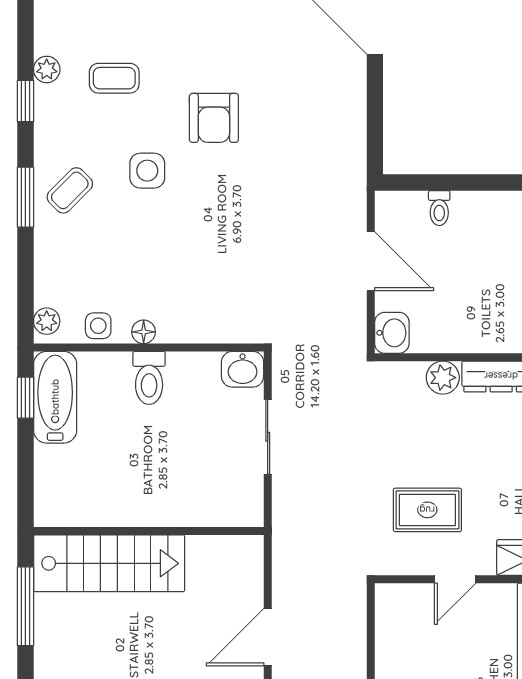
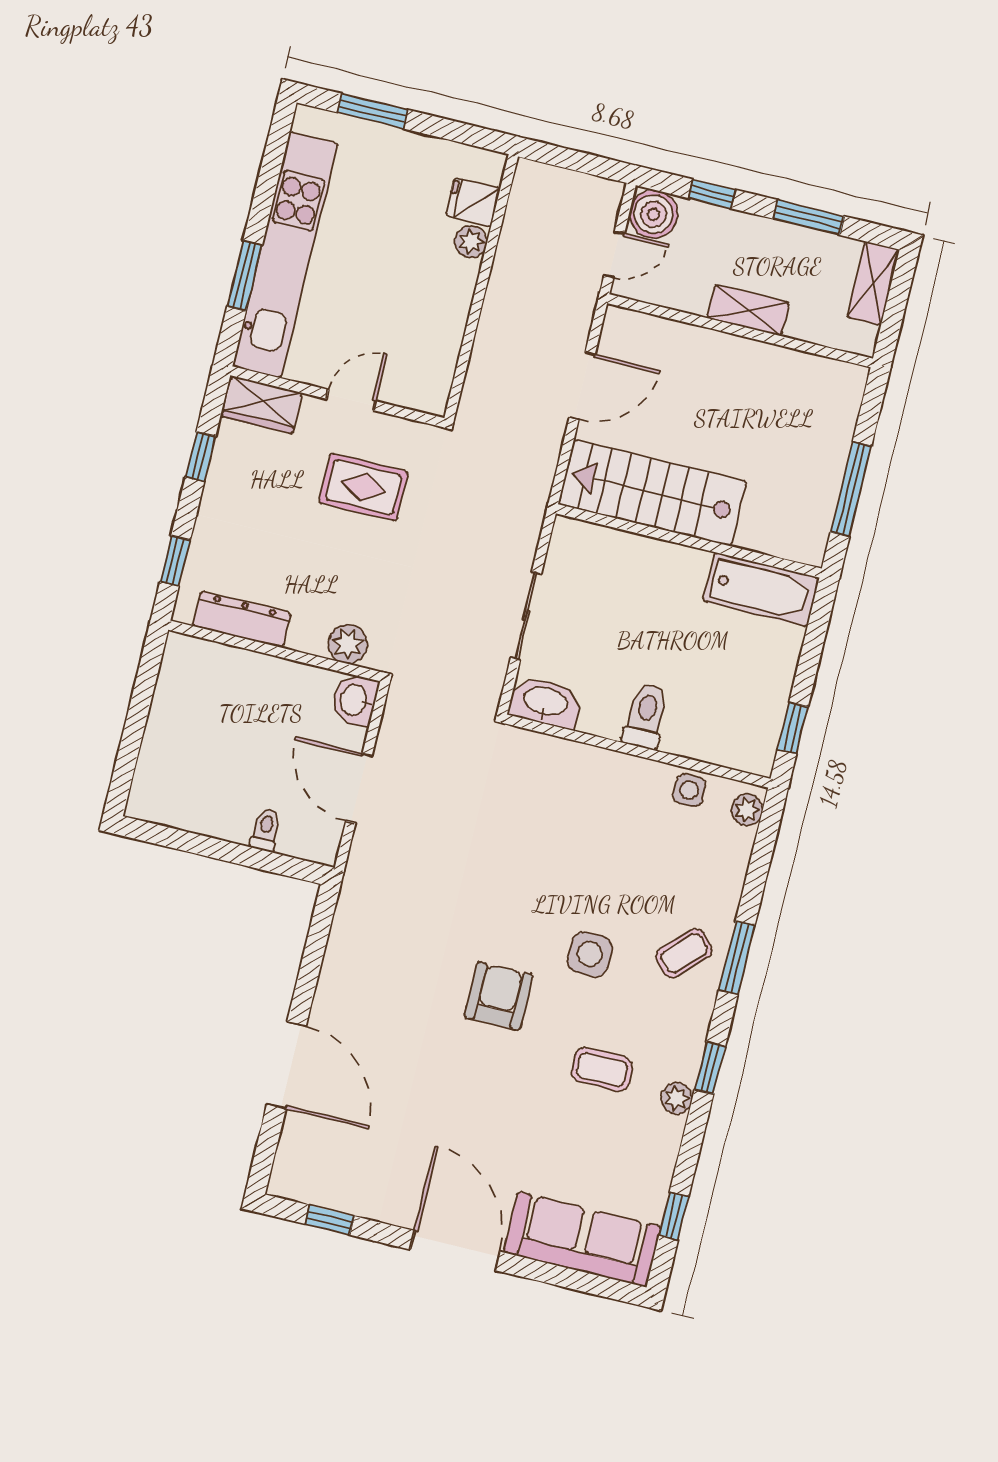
floor lamp: (144, 332) -> (639, 771), removed
washbasin: (243, 369) -> (545, 702), width x1.38
plant: (443, 378) -> (348, 644), moved
bathtub: (55, 397) -> (761, 589), moved, turned -90
stairs: (109, 563) -> (652, 493), moved

